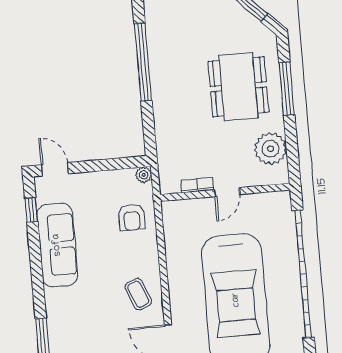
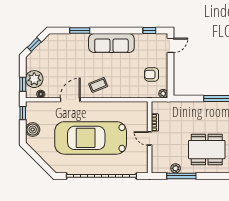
window: (287, 89) -> (181, 176), moved
plant: (271, 149) -> (176, 168), width x0.53, depth x0.53
armchair: (132, 217) -> (152, 75), moved
sofa: (57, 245) -> (111, 43), moved

